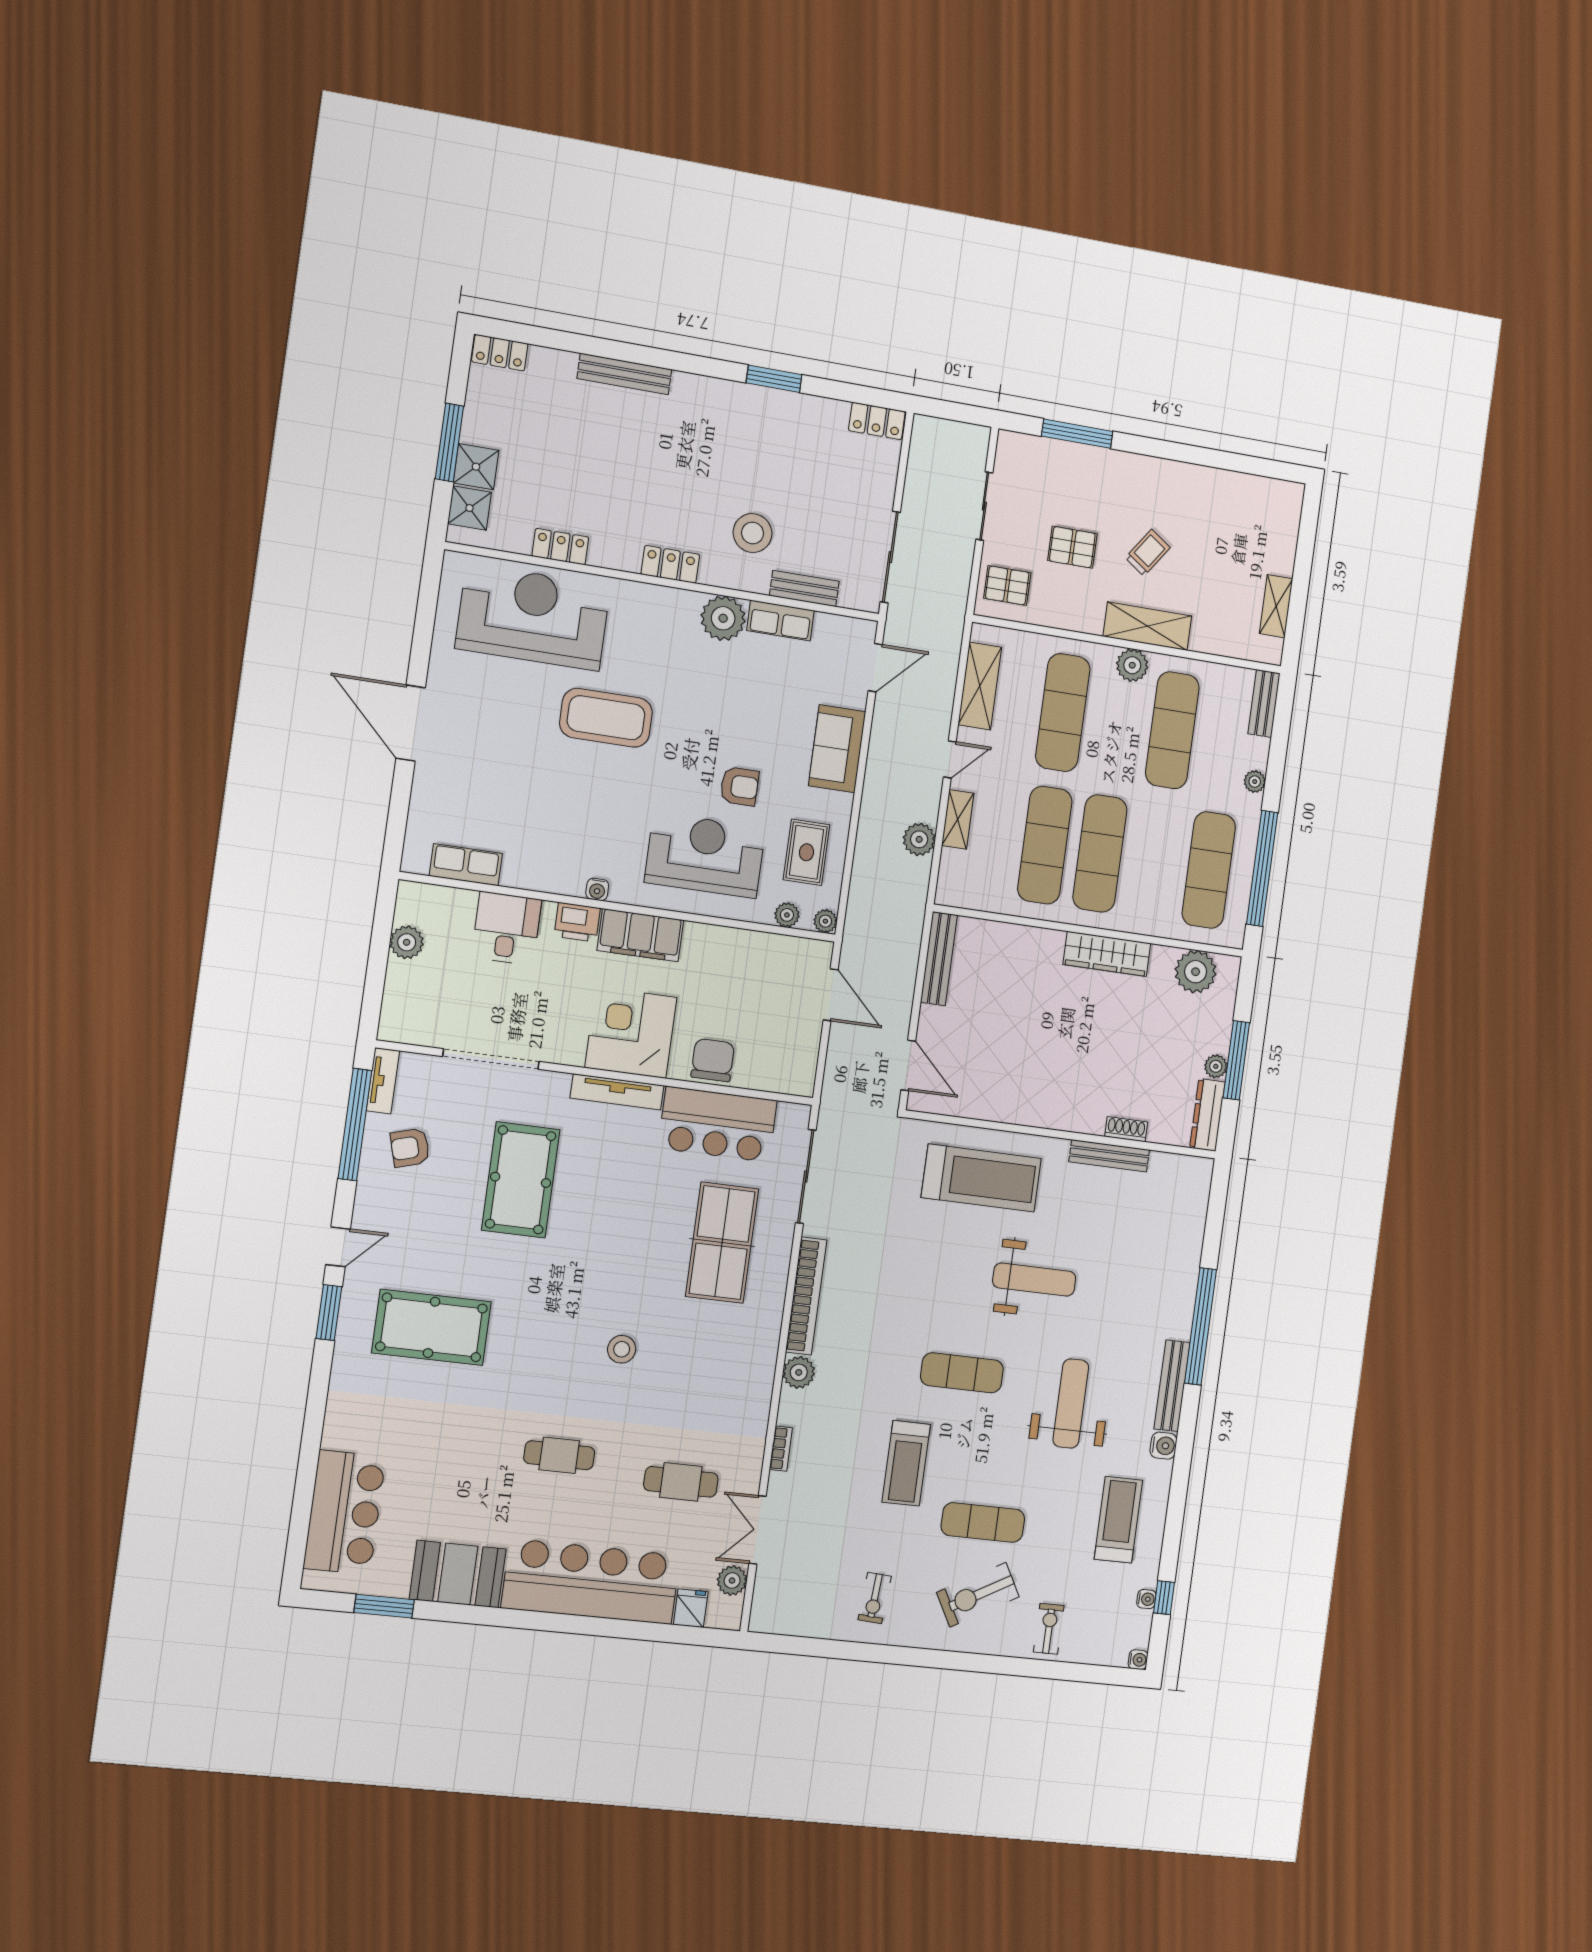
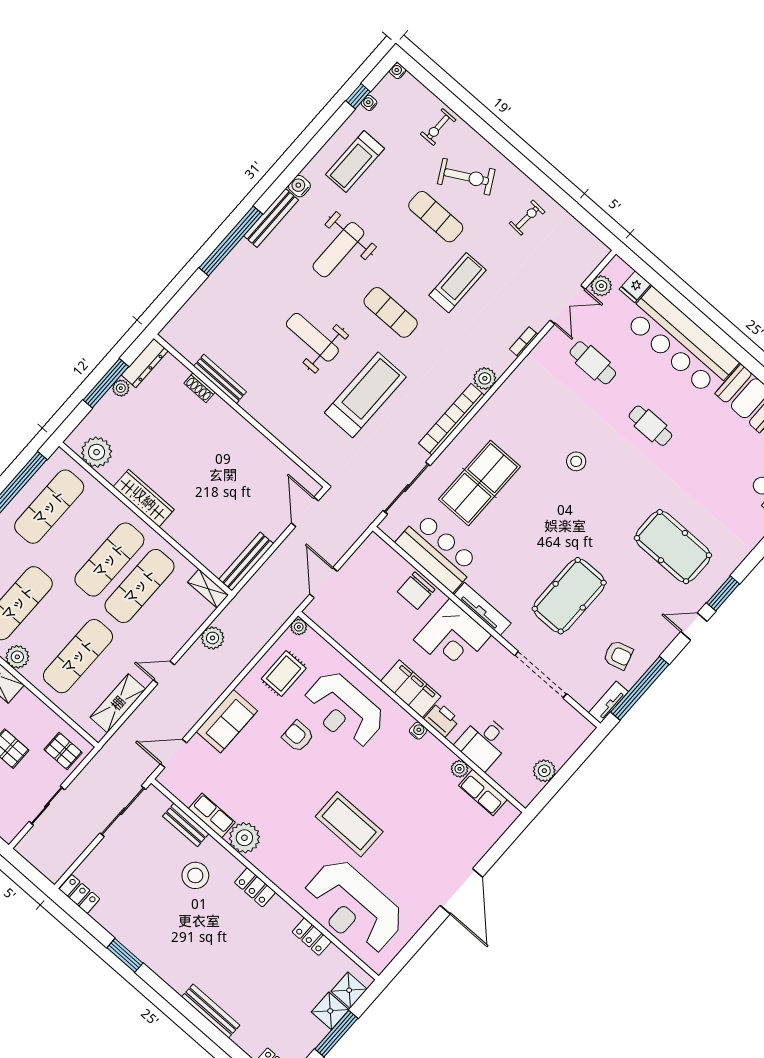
shelving: (958, 819) -> (208, 589), moved, turned 90
plant: (787, 915) -> (460, 769), moved
treadmill: (981, 1178) -> (365, 395), moved, turned 90

